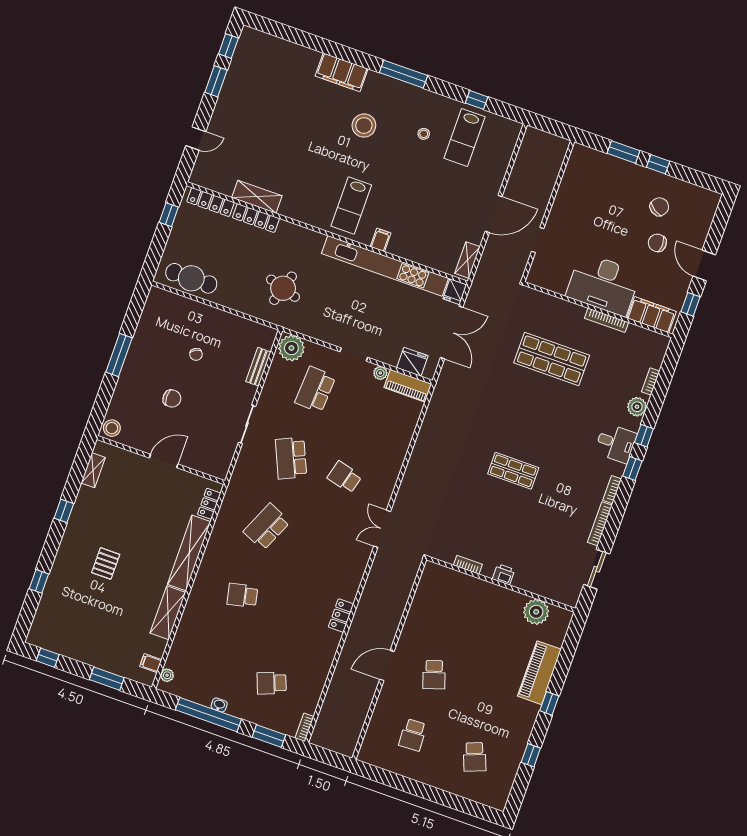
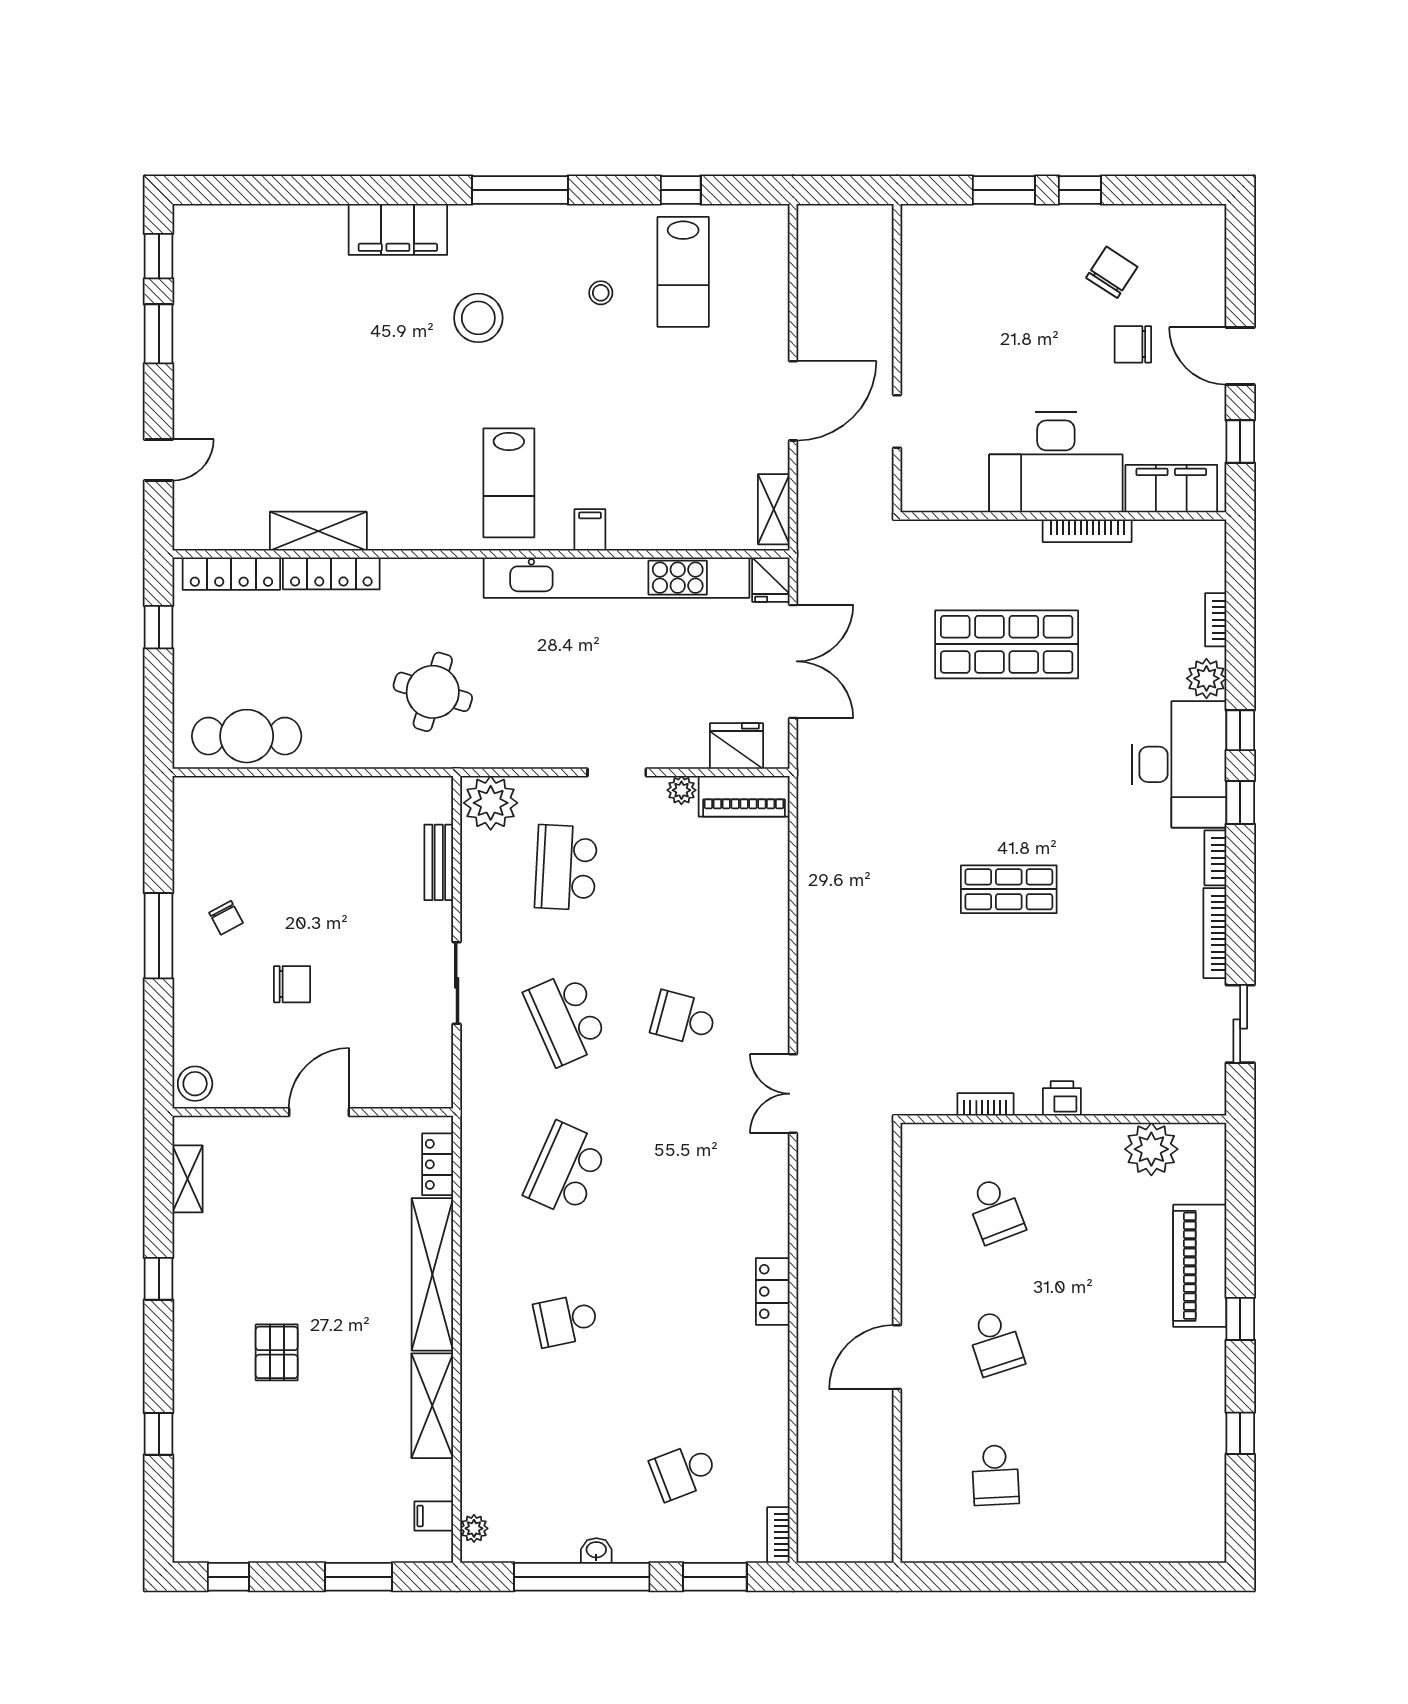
chair: (196, 354) -> (226, 918), moved
desk: (616, 443) -> (1179, 764), width x1.87, depth x1.30
school desk: (475, 757) -> (995, 1210), moved

